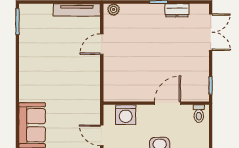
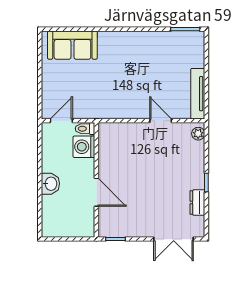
toilet: (199, 114) -> (85, 129), moved

